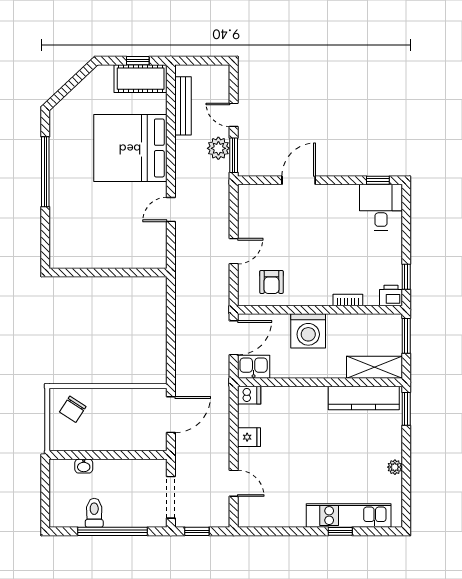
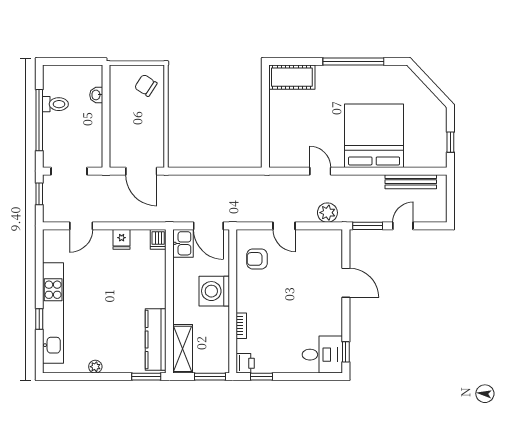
cot: (141, 79) -> (292, 77), moved, turned 90
plant: (218, 148) -> (327, 213), moved
kitchen unit: (349, 516) -> (53, 313), width x1.36

